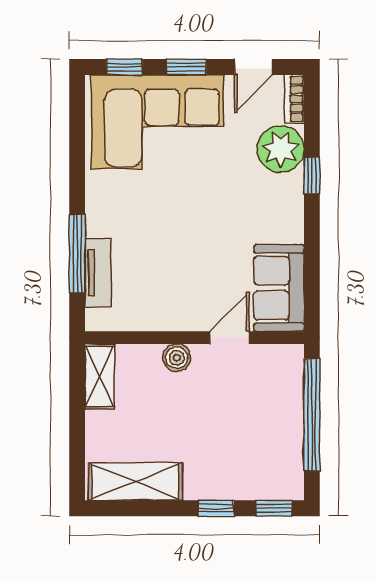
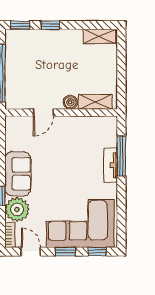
door: (253, 67) -> (31, 252), hinge flipped
tv unit: (98, 273) -> (111, 165), moved
sofa: (279, 288) -> (18, 174), moved
shelving: (100, 376) -> (95, 102), moved, turned 90
shelving: (135, 482) -> (100, 36), width x0.67, depth x0.75

